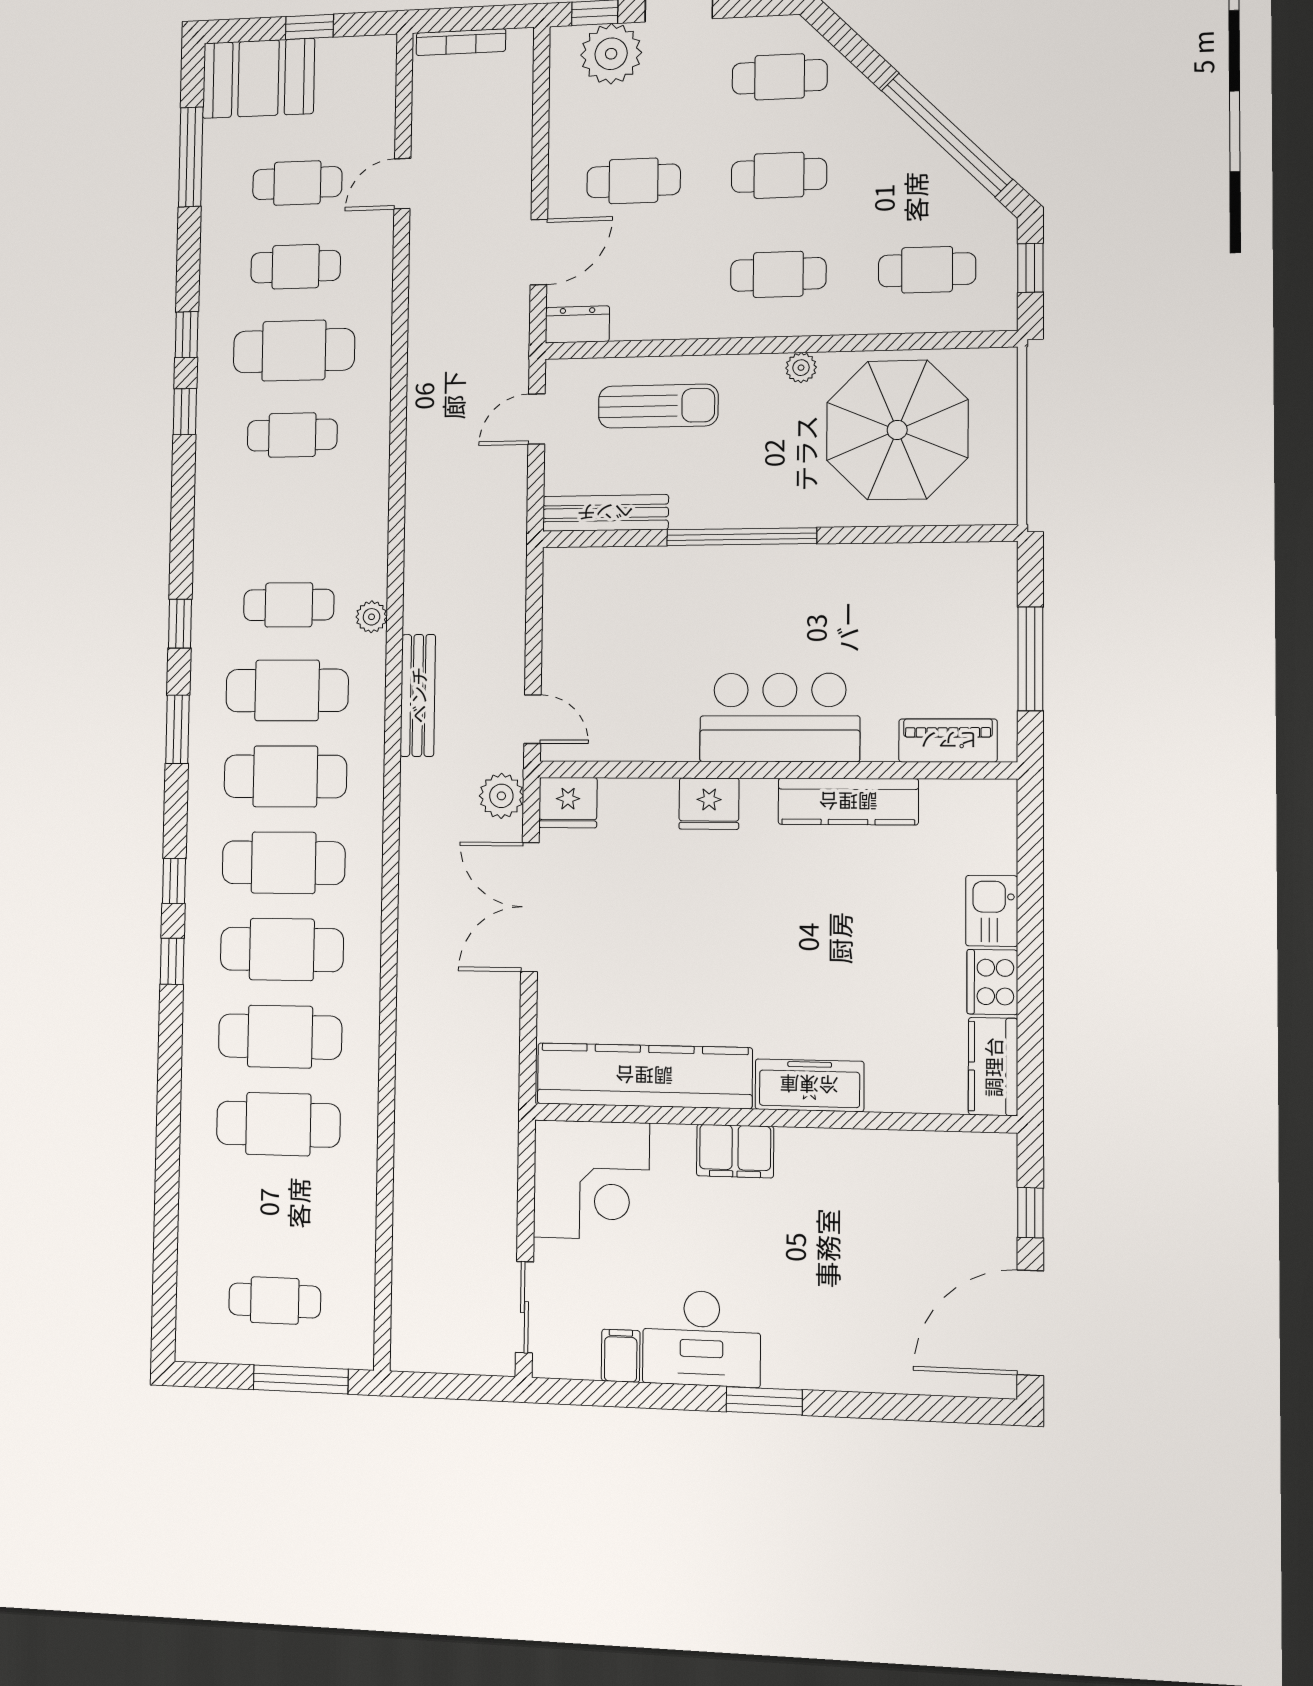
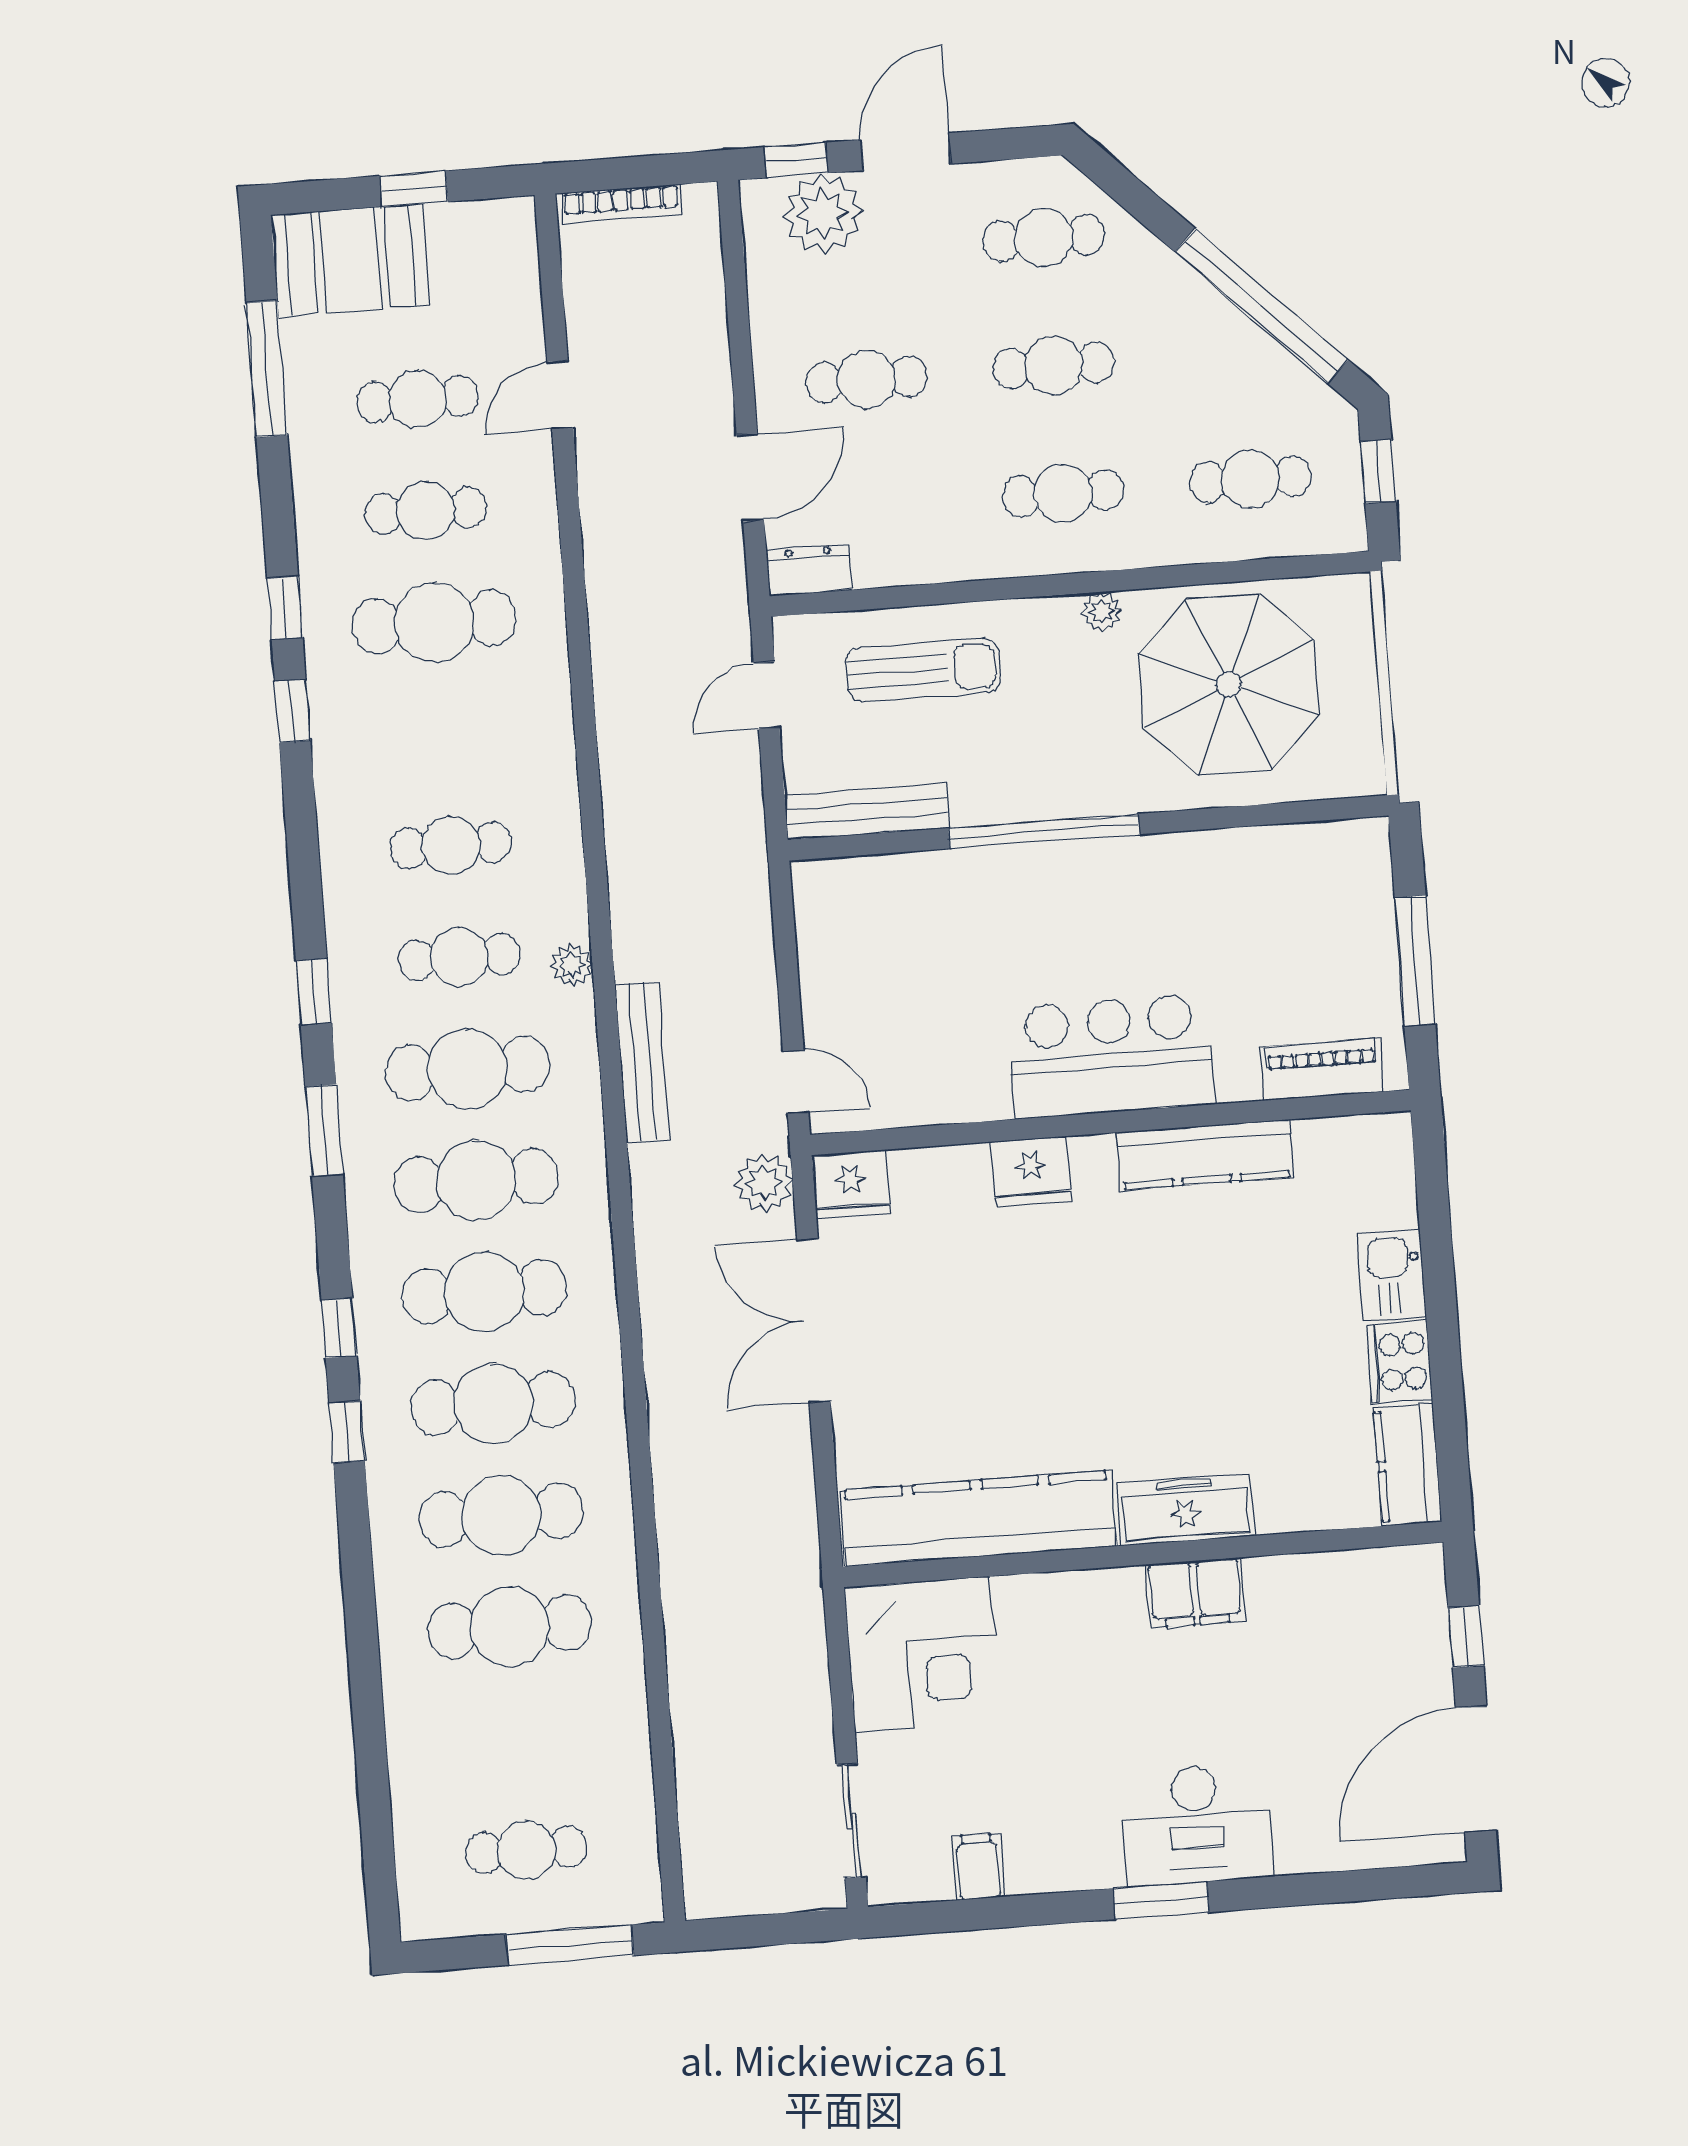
cafe table: (292, 435) -> (451, 845), moved
filing cabinet: (735, 1151) -> (1195, 1593), moved
desk: (702, 1338) -> (1196, 1825), moved

